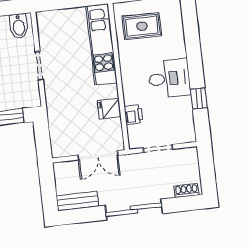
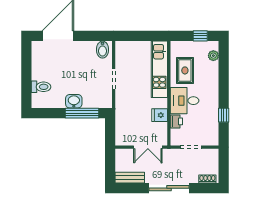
plant: (175, 17) -> (213, 56), added
rug: (142, 26) -> (185, 70), moved, turned 90
desk: (169, 78) -> (185, 101), moved, turned 180

